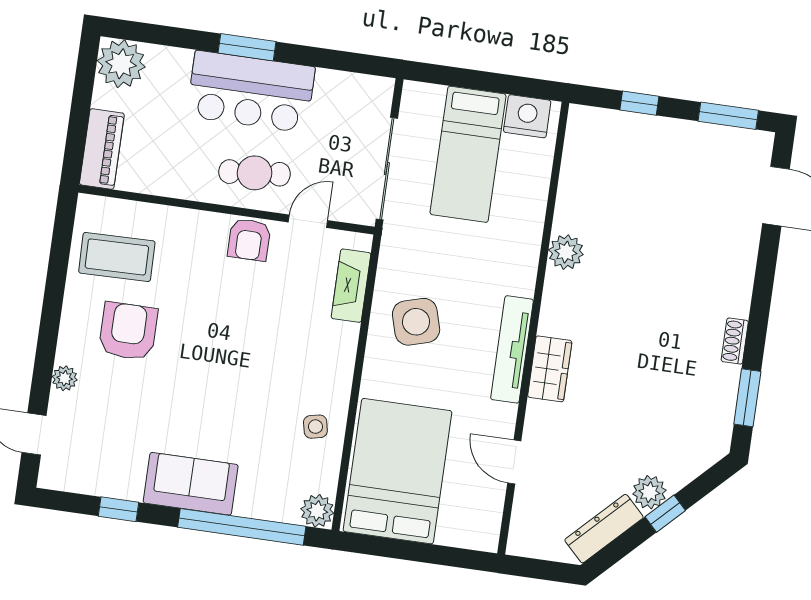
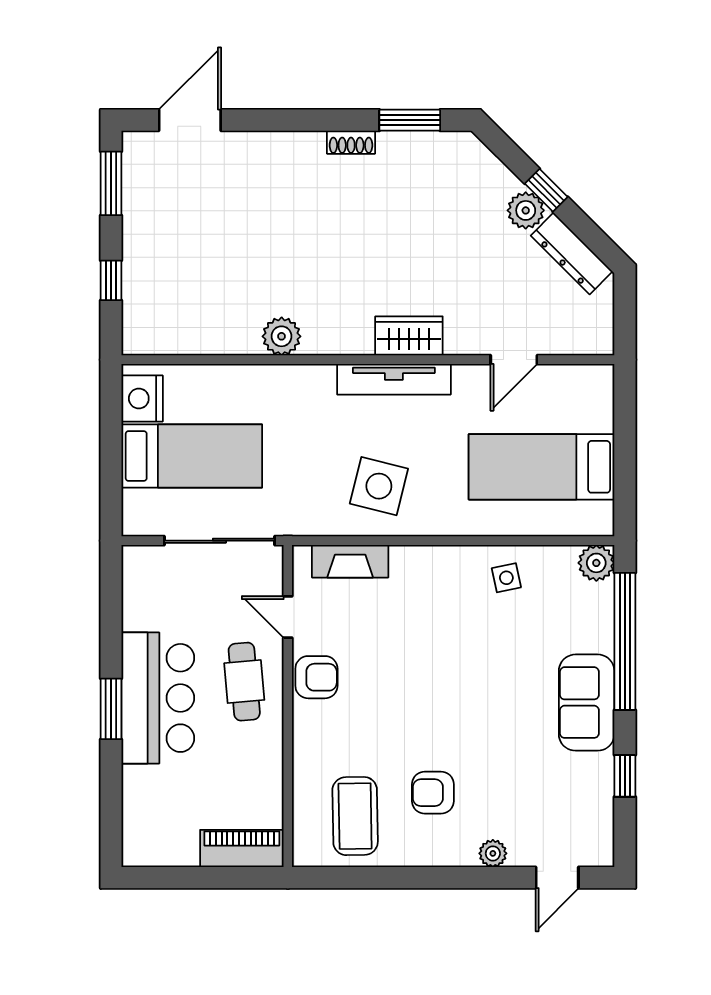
plant: (121, 64) -> (148, 841), removed
side table: (416, 322) -> (379, 486), turned 30
armchair: (128, 331) -> (433, 793), width x0.72, depth x0.72
bed: (397, 471) -> (542, 467), width x0.67

